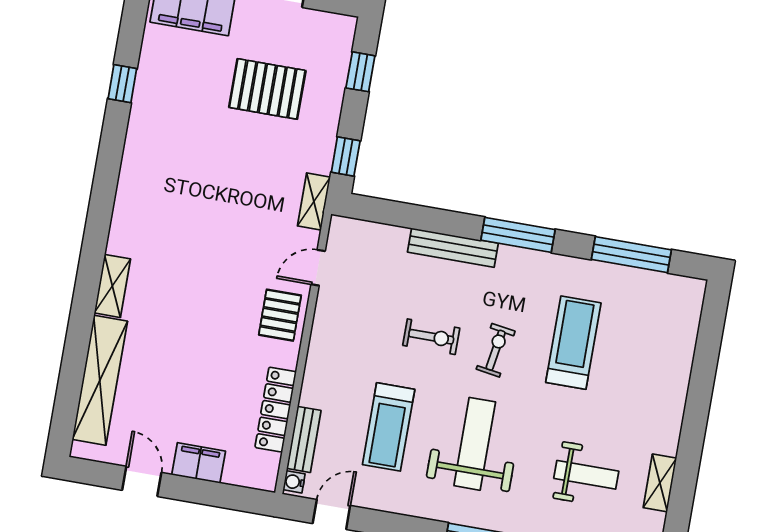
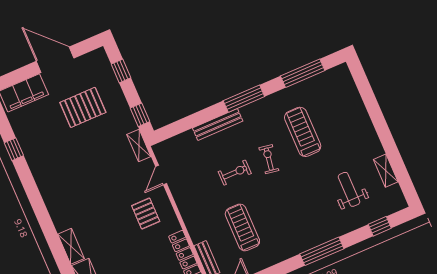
pallet: (280, 315) -> (146, 214), moved
treadmill: (389, 427) -> (242, 227), turned 180
weight bench: (475, 444) -> (288, 209), removed
weight bench: (586, 475) -> (349, 189), turned -90

